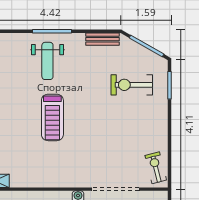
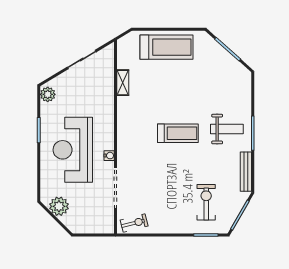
bench: (103, 39) -> (246, 172), width x1.36
weight bench: (47, 61) -> (227, 129), turned 180
treadmill: (52, 117) -> (178, 133), turned 180

